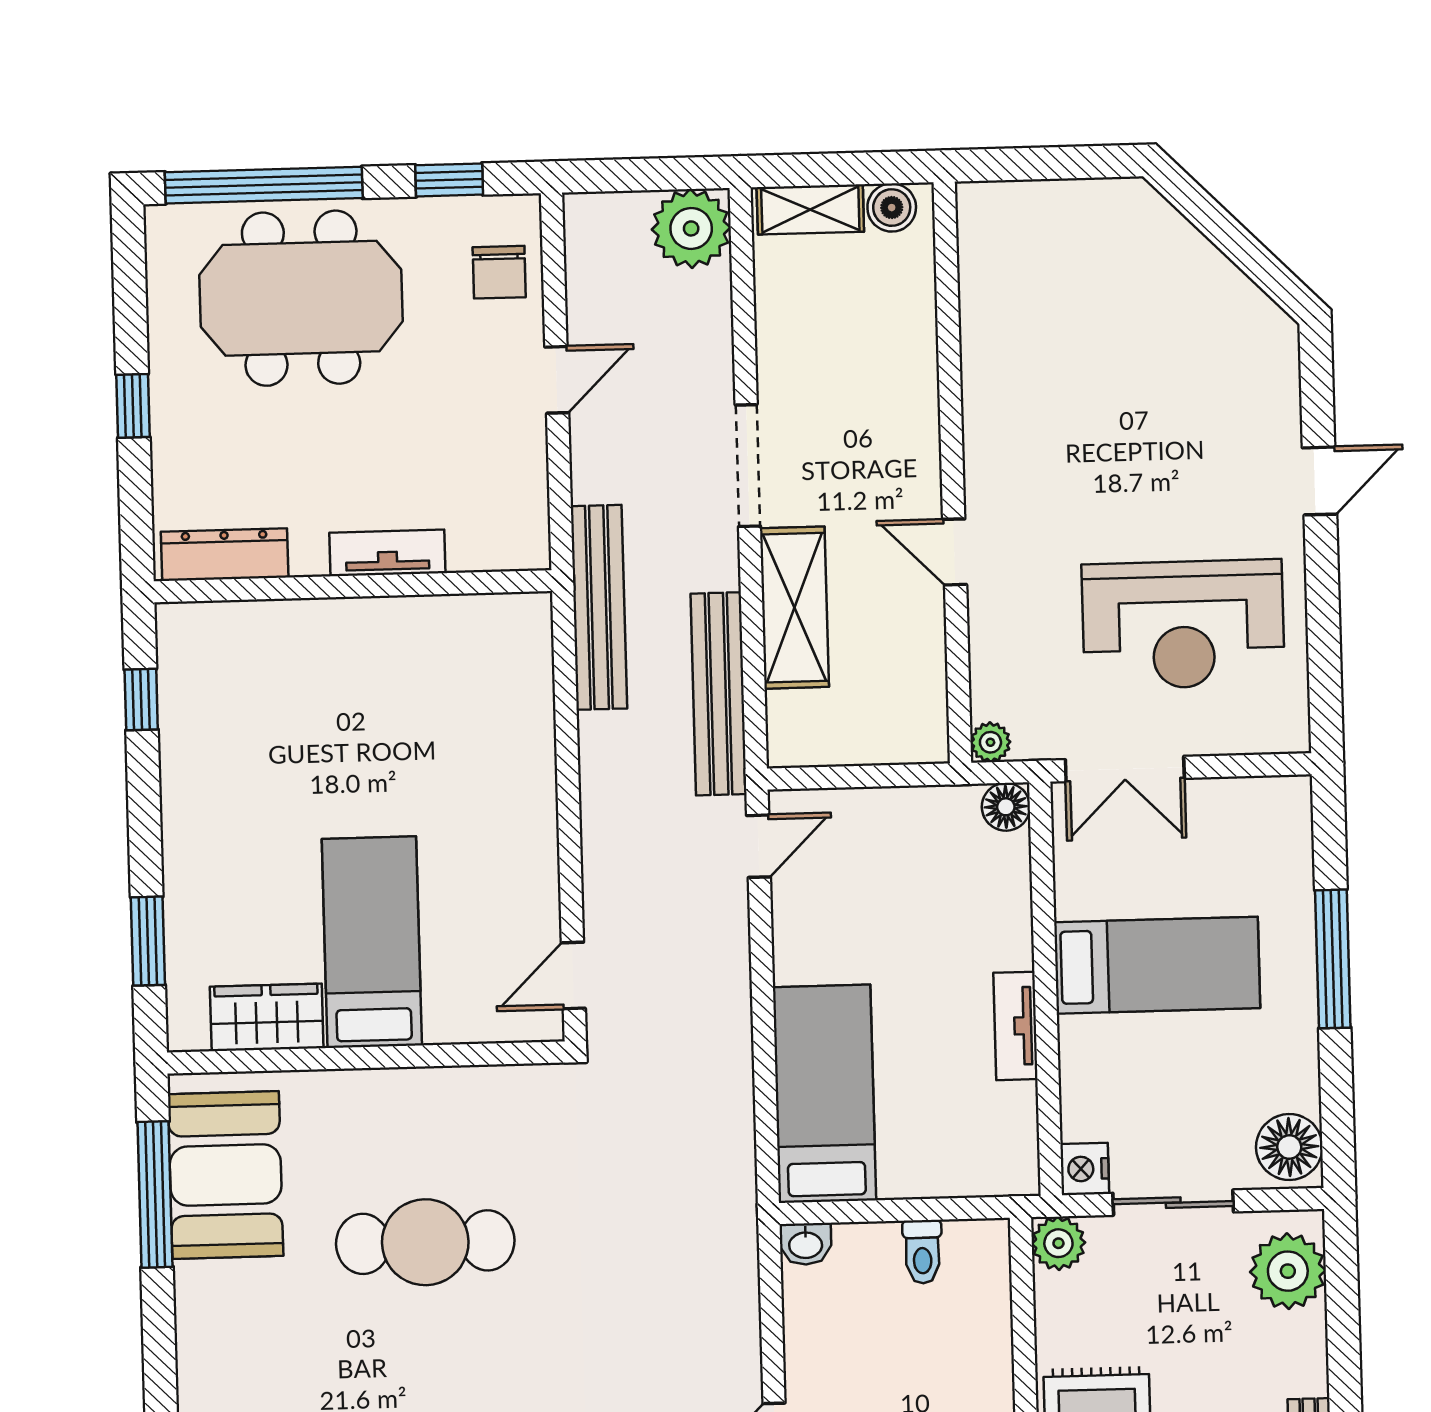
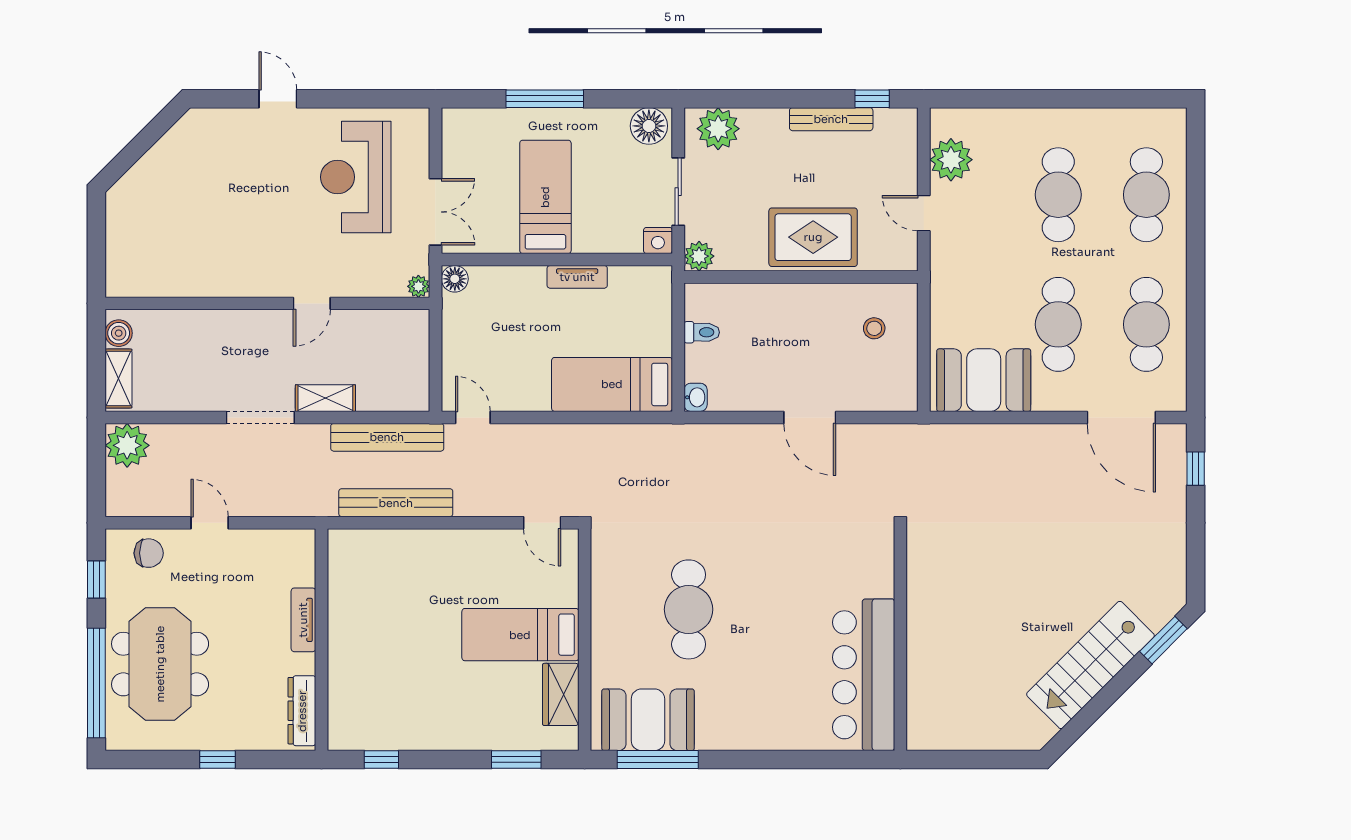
bench: (599, 607) -> (396, 503), moved
shelving: (794, 608) -> (325, 398), width x0.67, depth x0.75
reception desk: (1183, 624) -> (356, 177), turned 180

